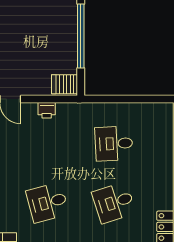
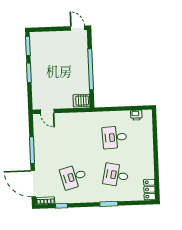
printer: (47, 110) -> (136, 115), moved
desk: (114, 203) -> (116, 175), turned 30

